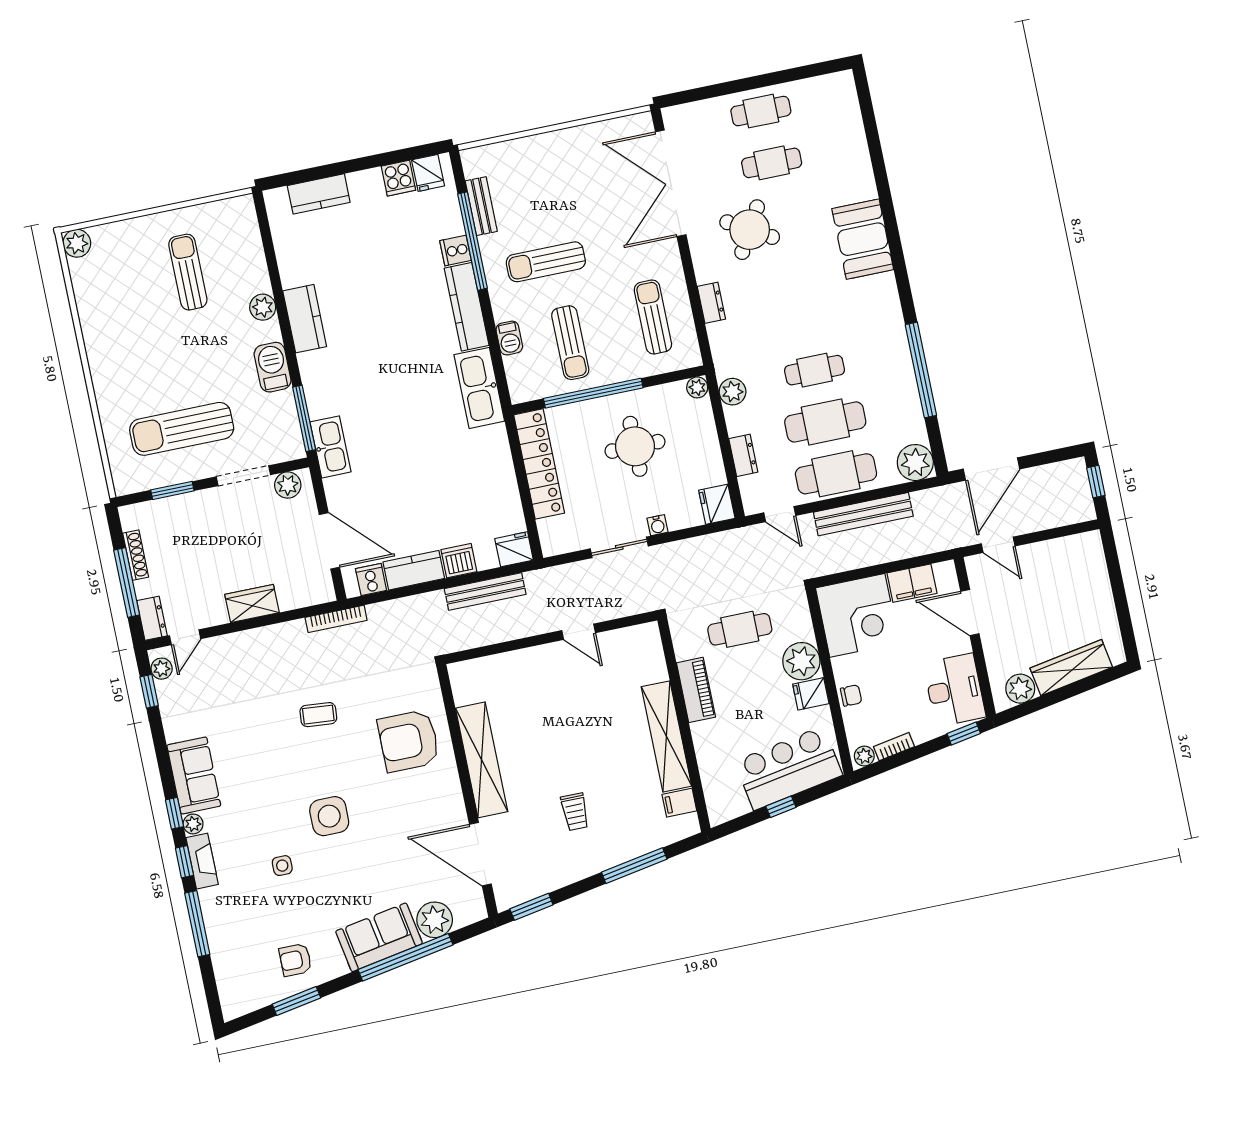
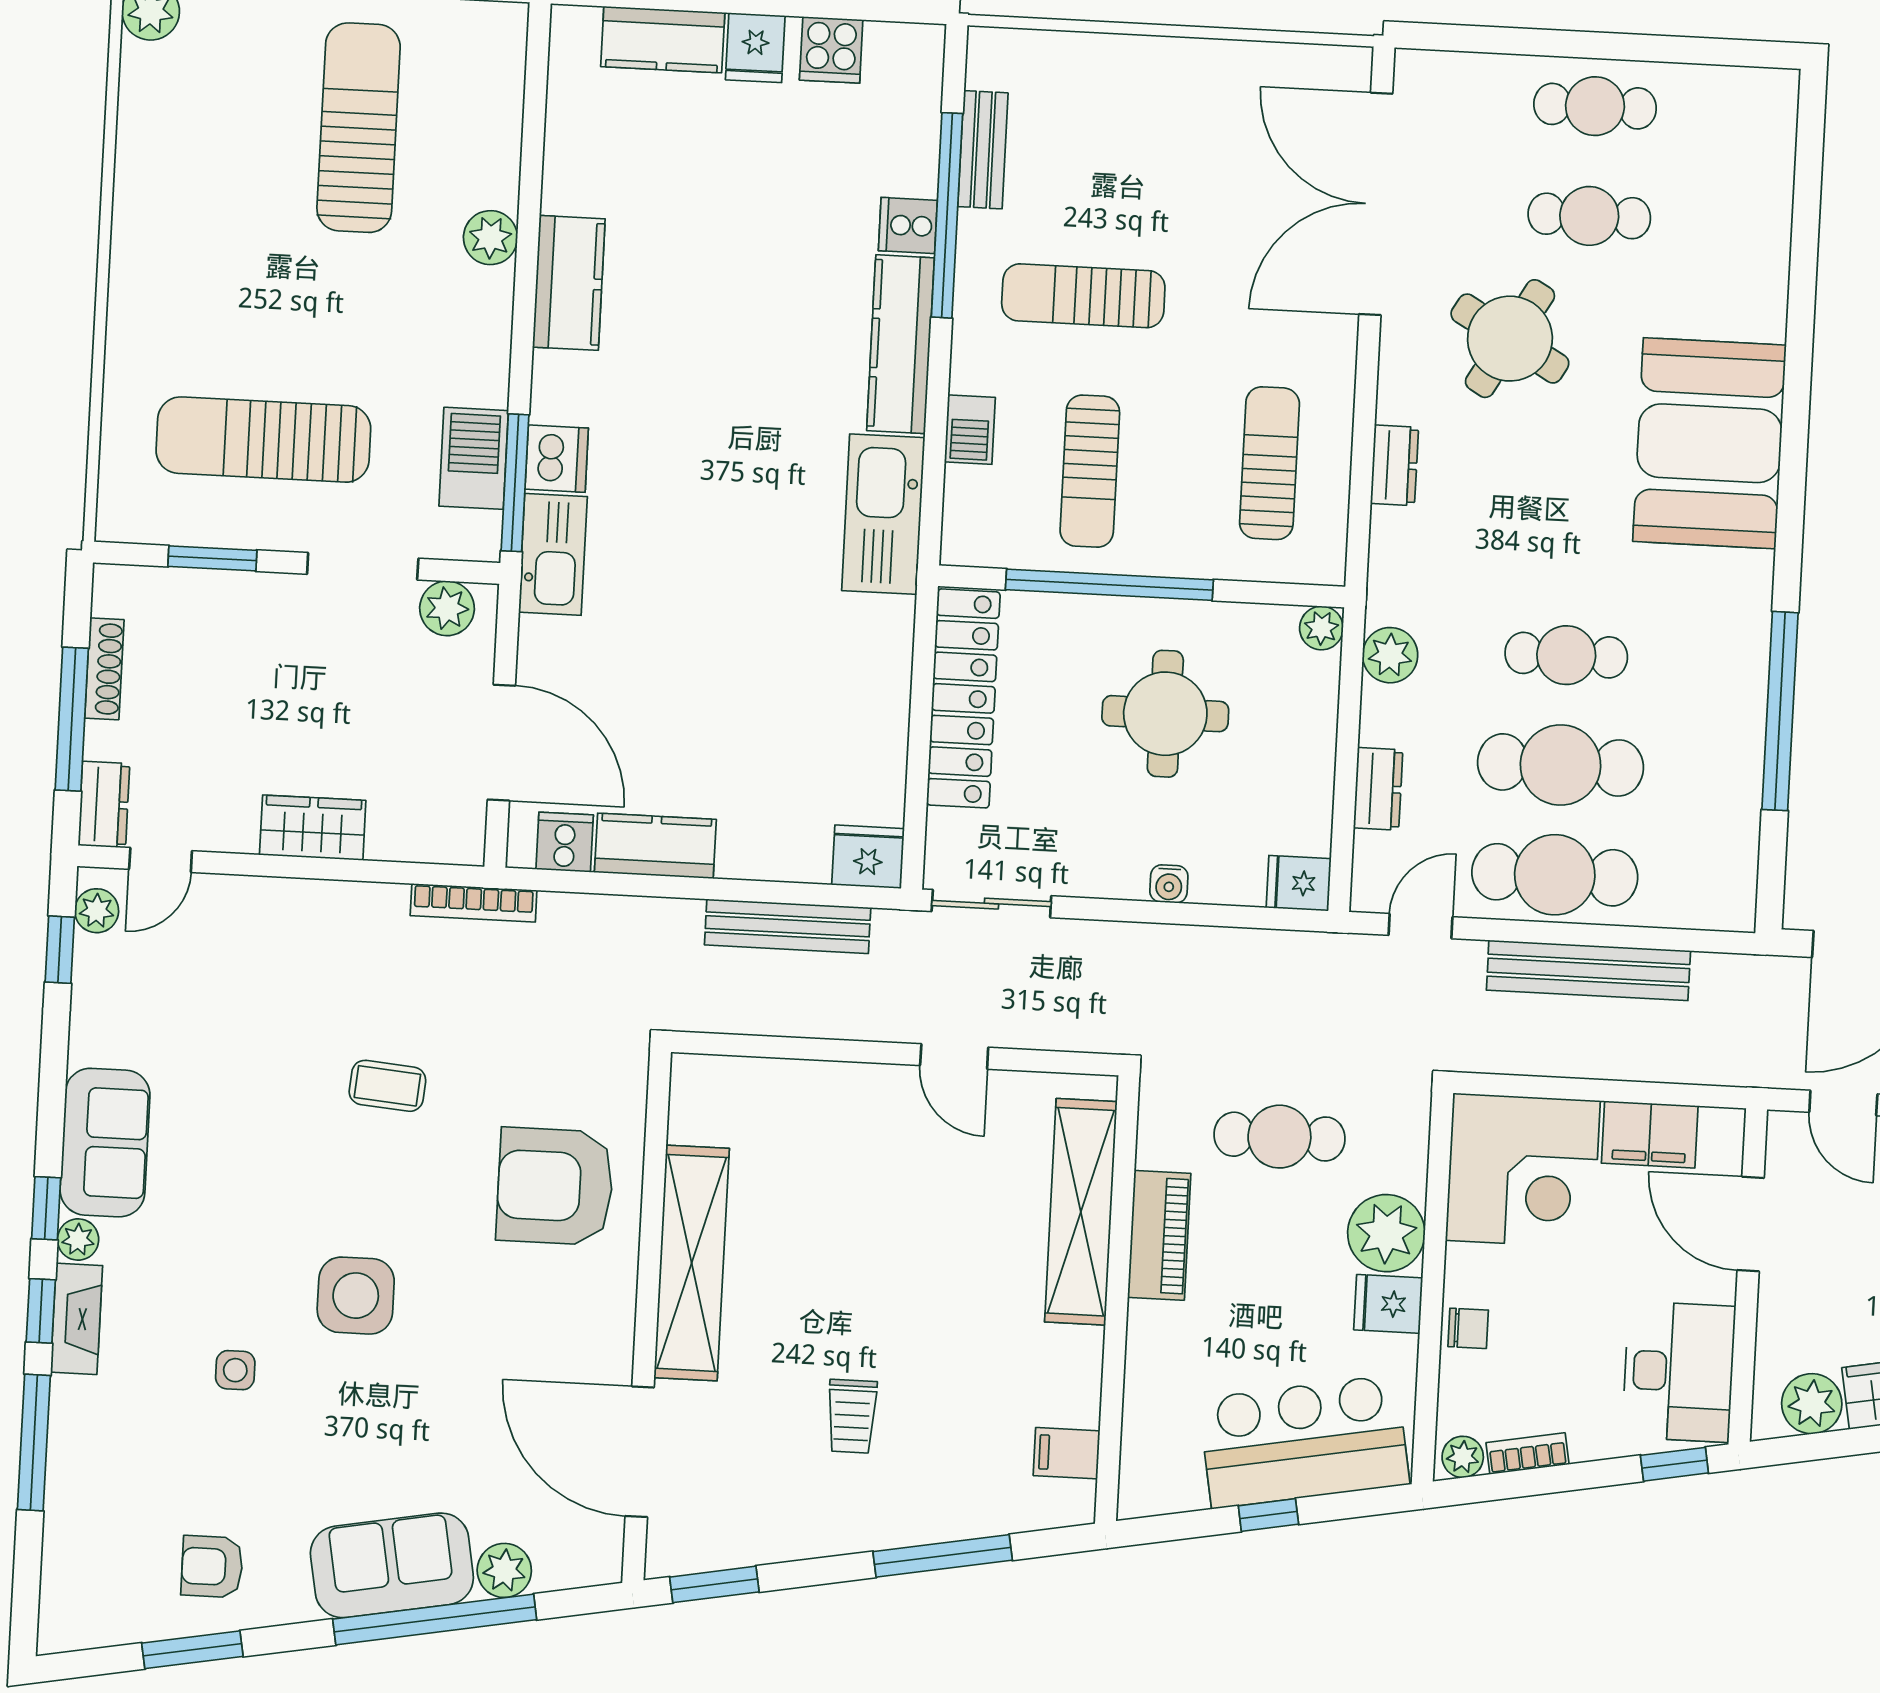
fridge: (428, 173) -> (755, 48), moved
booth: (863, 239) -> (1709, 443), width x1.36, depth x1.42
sun lounger: (188, 272) -> (359, 128), width x1.36, depth x1.34
barbecue: (273, 367) -> (474, 458), moved
plant: (915, 463) -> (1720, 894), removed
fridge: (717, 504) -> (1299, 883), width x0.72
door: (780, 514) -> (1420, 926), swing flipped
sliding door: (619, 547) -> (991, 904), moved
dishwasher: (459, 561) -> (557, 459), moved, turned 90
shelving: (666, 736) -> (1081, 1212), moved
plant: (435, 920) -> (504, 1570), width x0.73, depth x0.73

